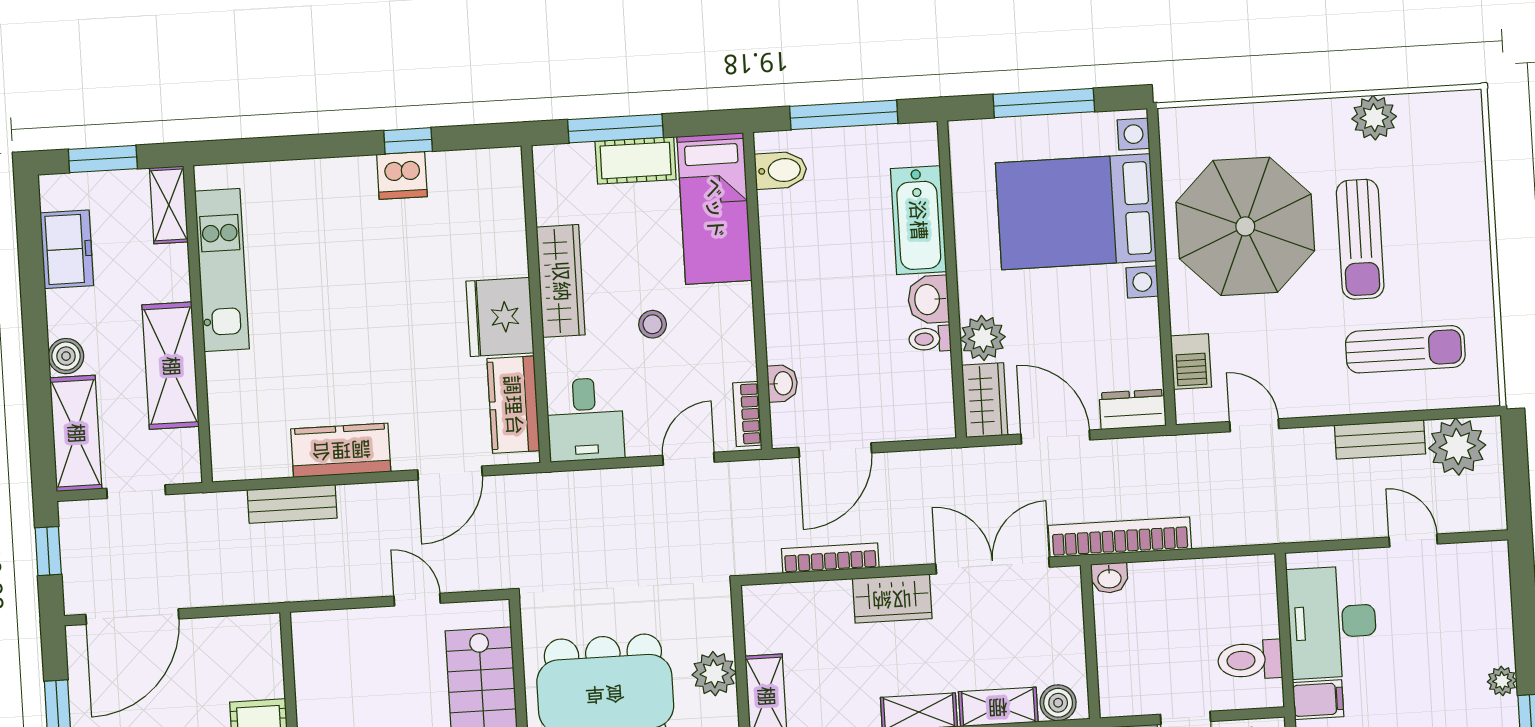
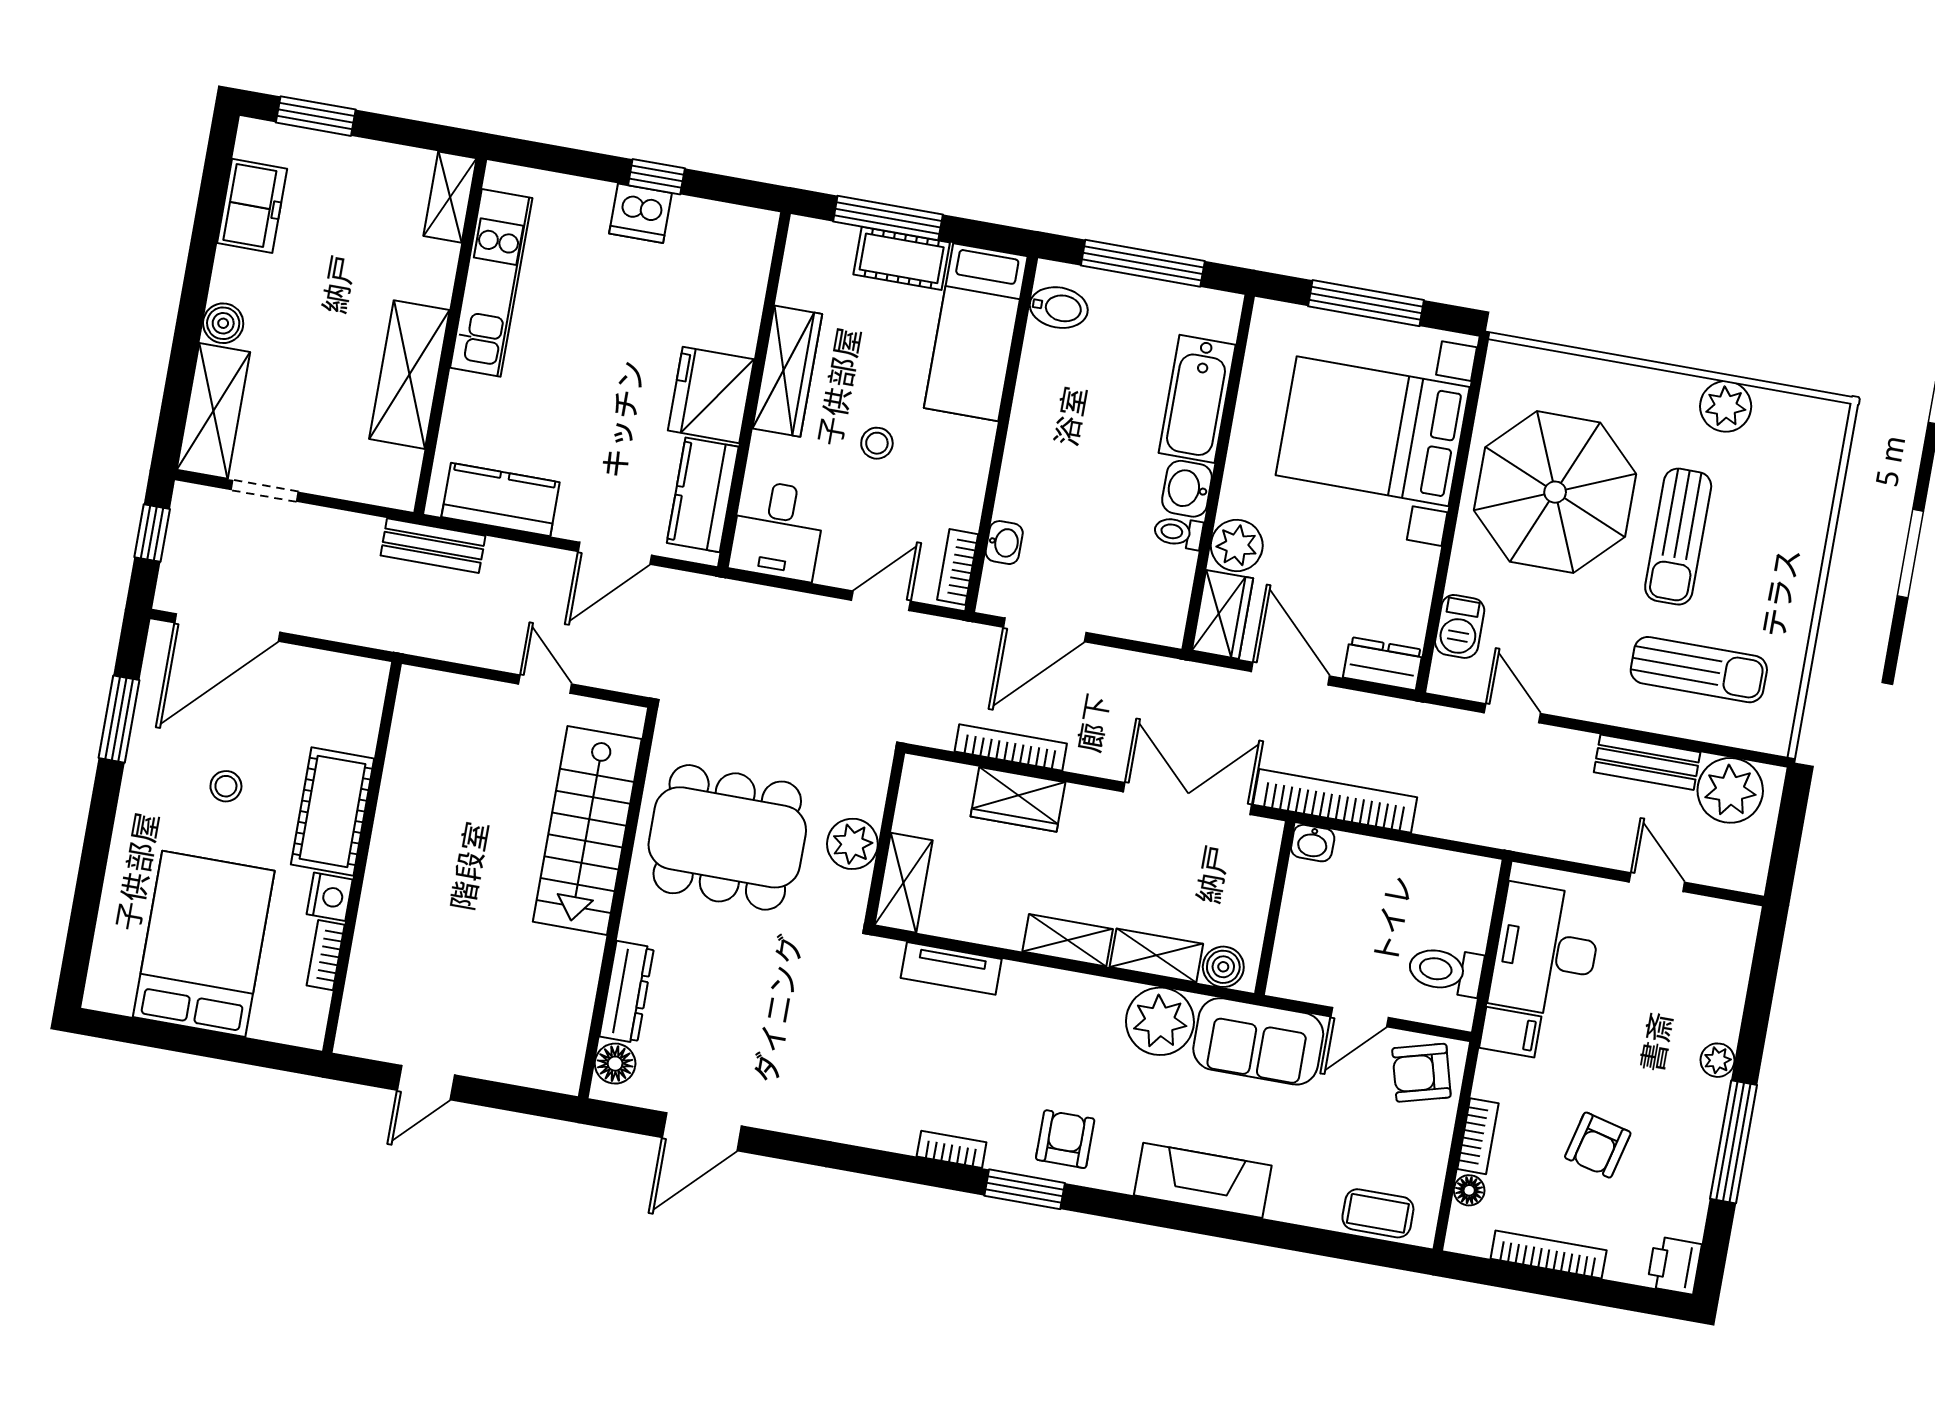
shelving: (169, 205) -> (450, 197), moved
kitchen unit: (222, 270) -> (491, 283), moved
wall: (198, 324) -> (450, 336), moved
shelving: (171, 366) -> (409, 375), moved
wardrobe: (892, 599) -> (1018, 799), moved

